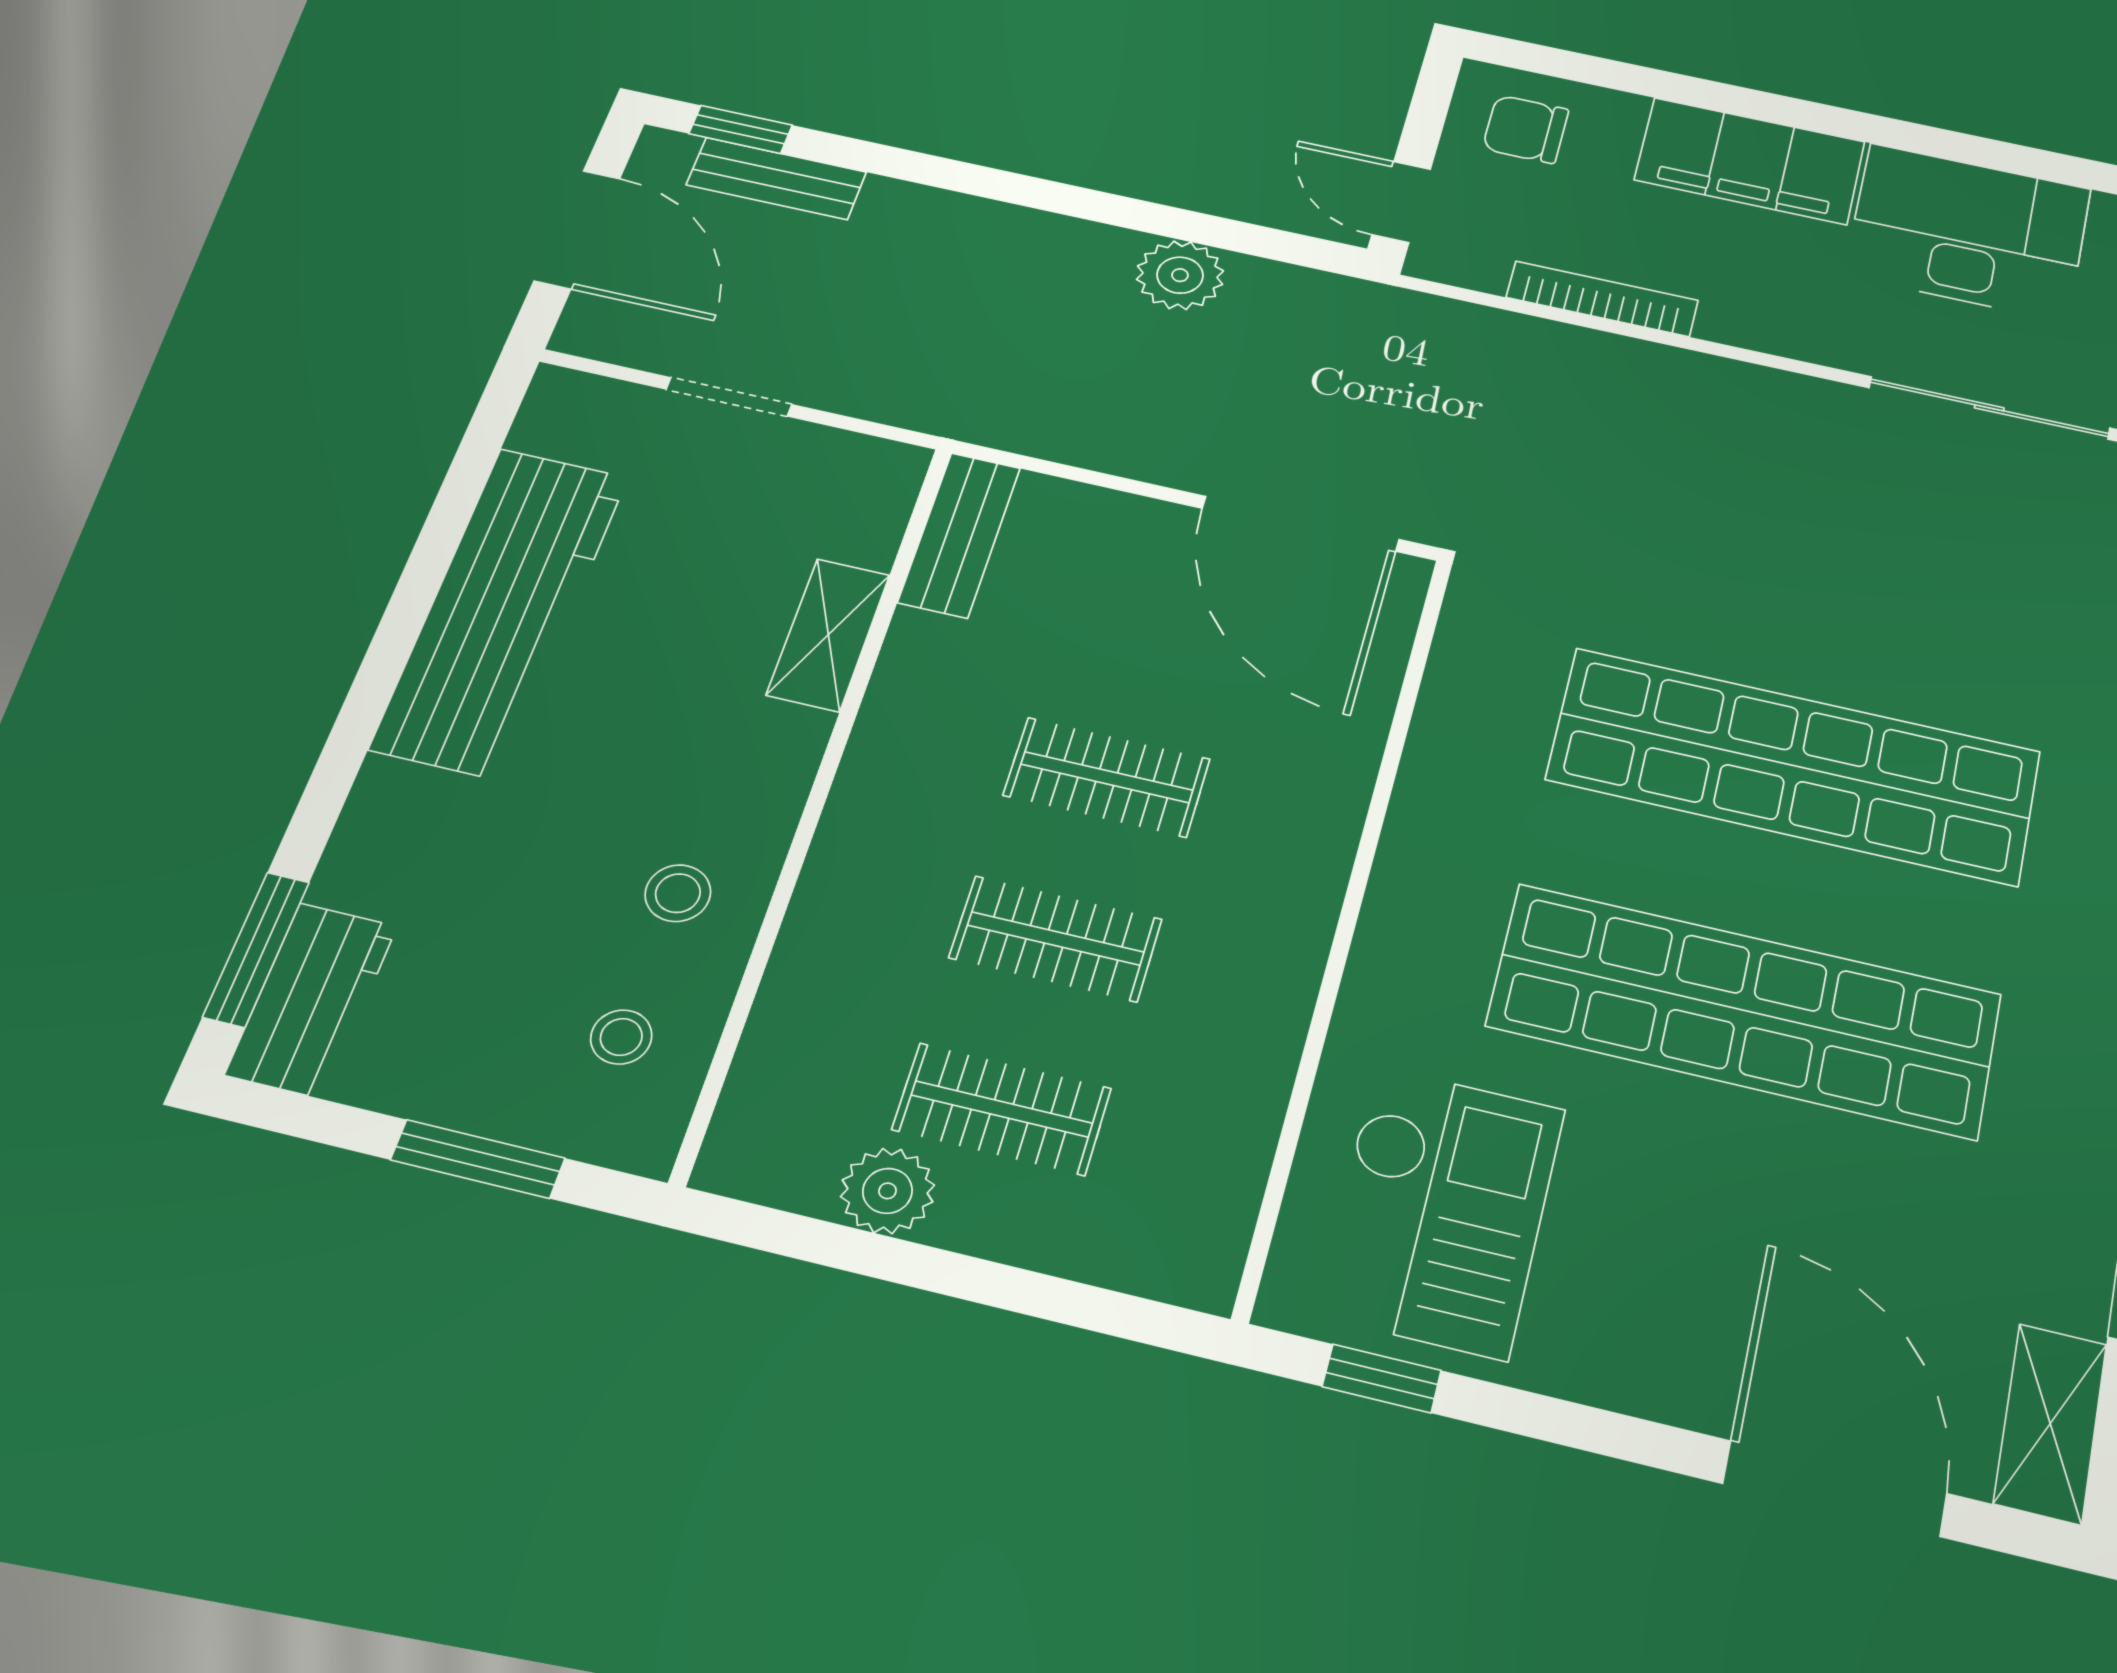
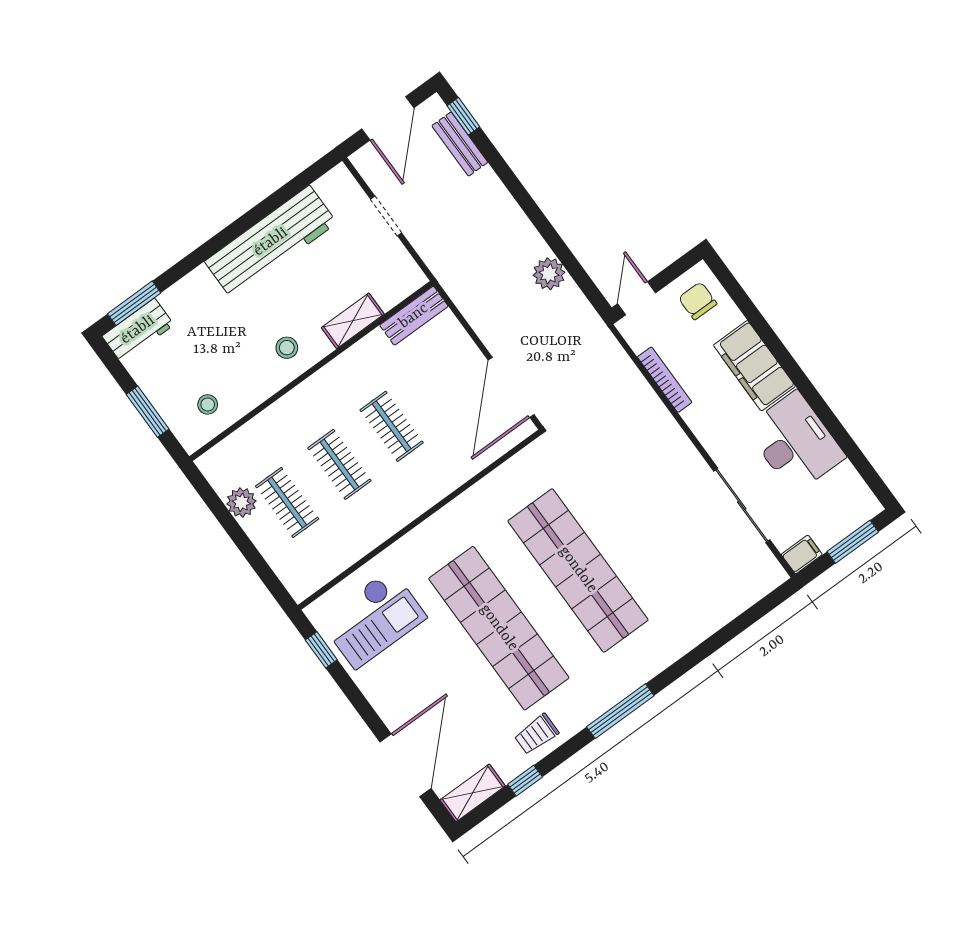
stool: (678, 893) -> (287, 348), moved
trolley: (2055, 1172) -> (536, 734), added

